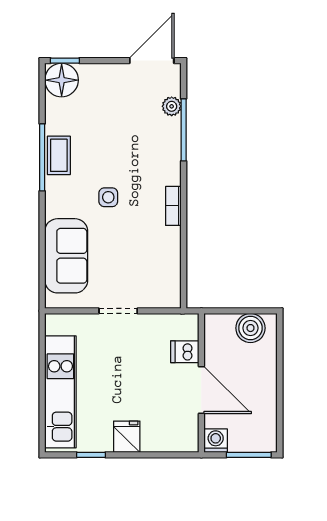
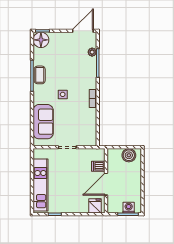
door: (201, 390) -> (106, 184), swing flipped
fridge: (127, 437) -> (95, 206), moved
washing machine: (216, 441) -> (129, 208), moved

